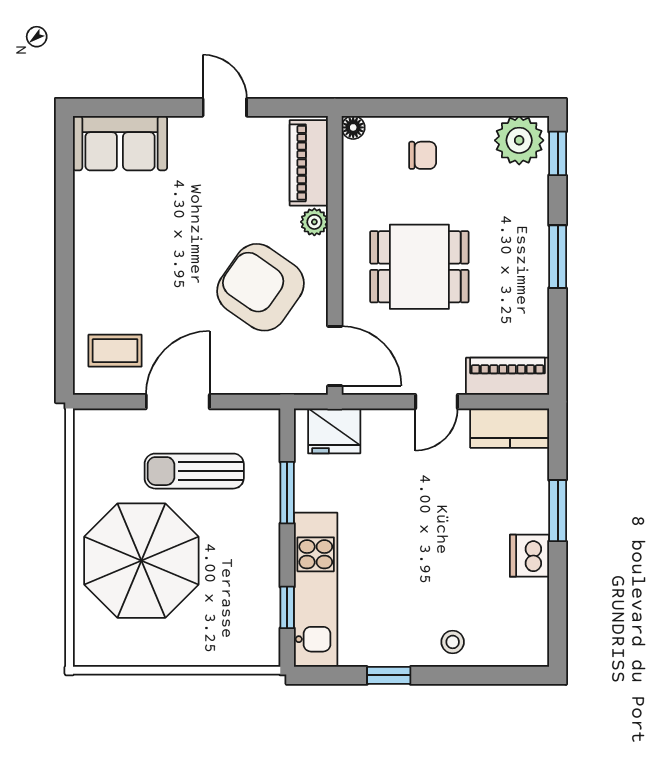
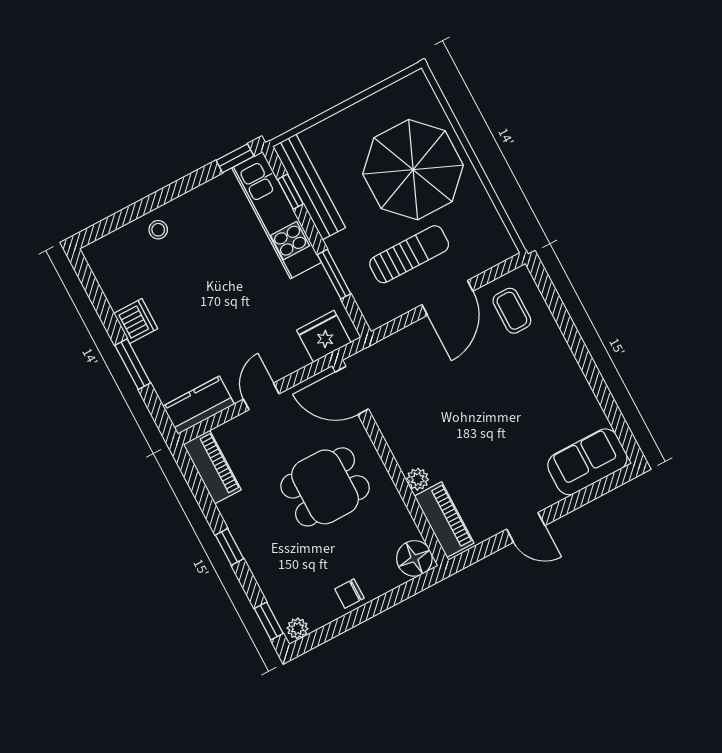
floor lamp: (353, 127) -> (414, 558), width x1.89, depth x1.89
plant: (519, 140) -> (298, 628), width x0.53, depth x0.53
chair: (423, 155) -> (349, 594), moved
window: (558, 257) -> (229, 547), width x0.67
armchair: (261, 287) -> (431, 412), removed
coffee table: (115, 351) -> (512, 311), turned 90
piano: (508, 376) -> (212, 467), moved, turned -90
bench: (264, 602) -> (309, 187), added
window: (389, 675) -> (235, 158), moved

